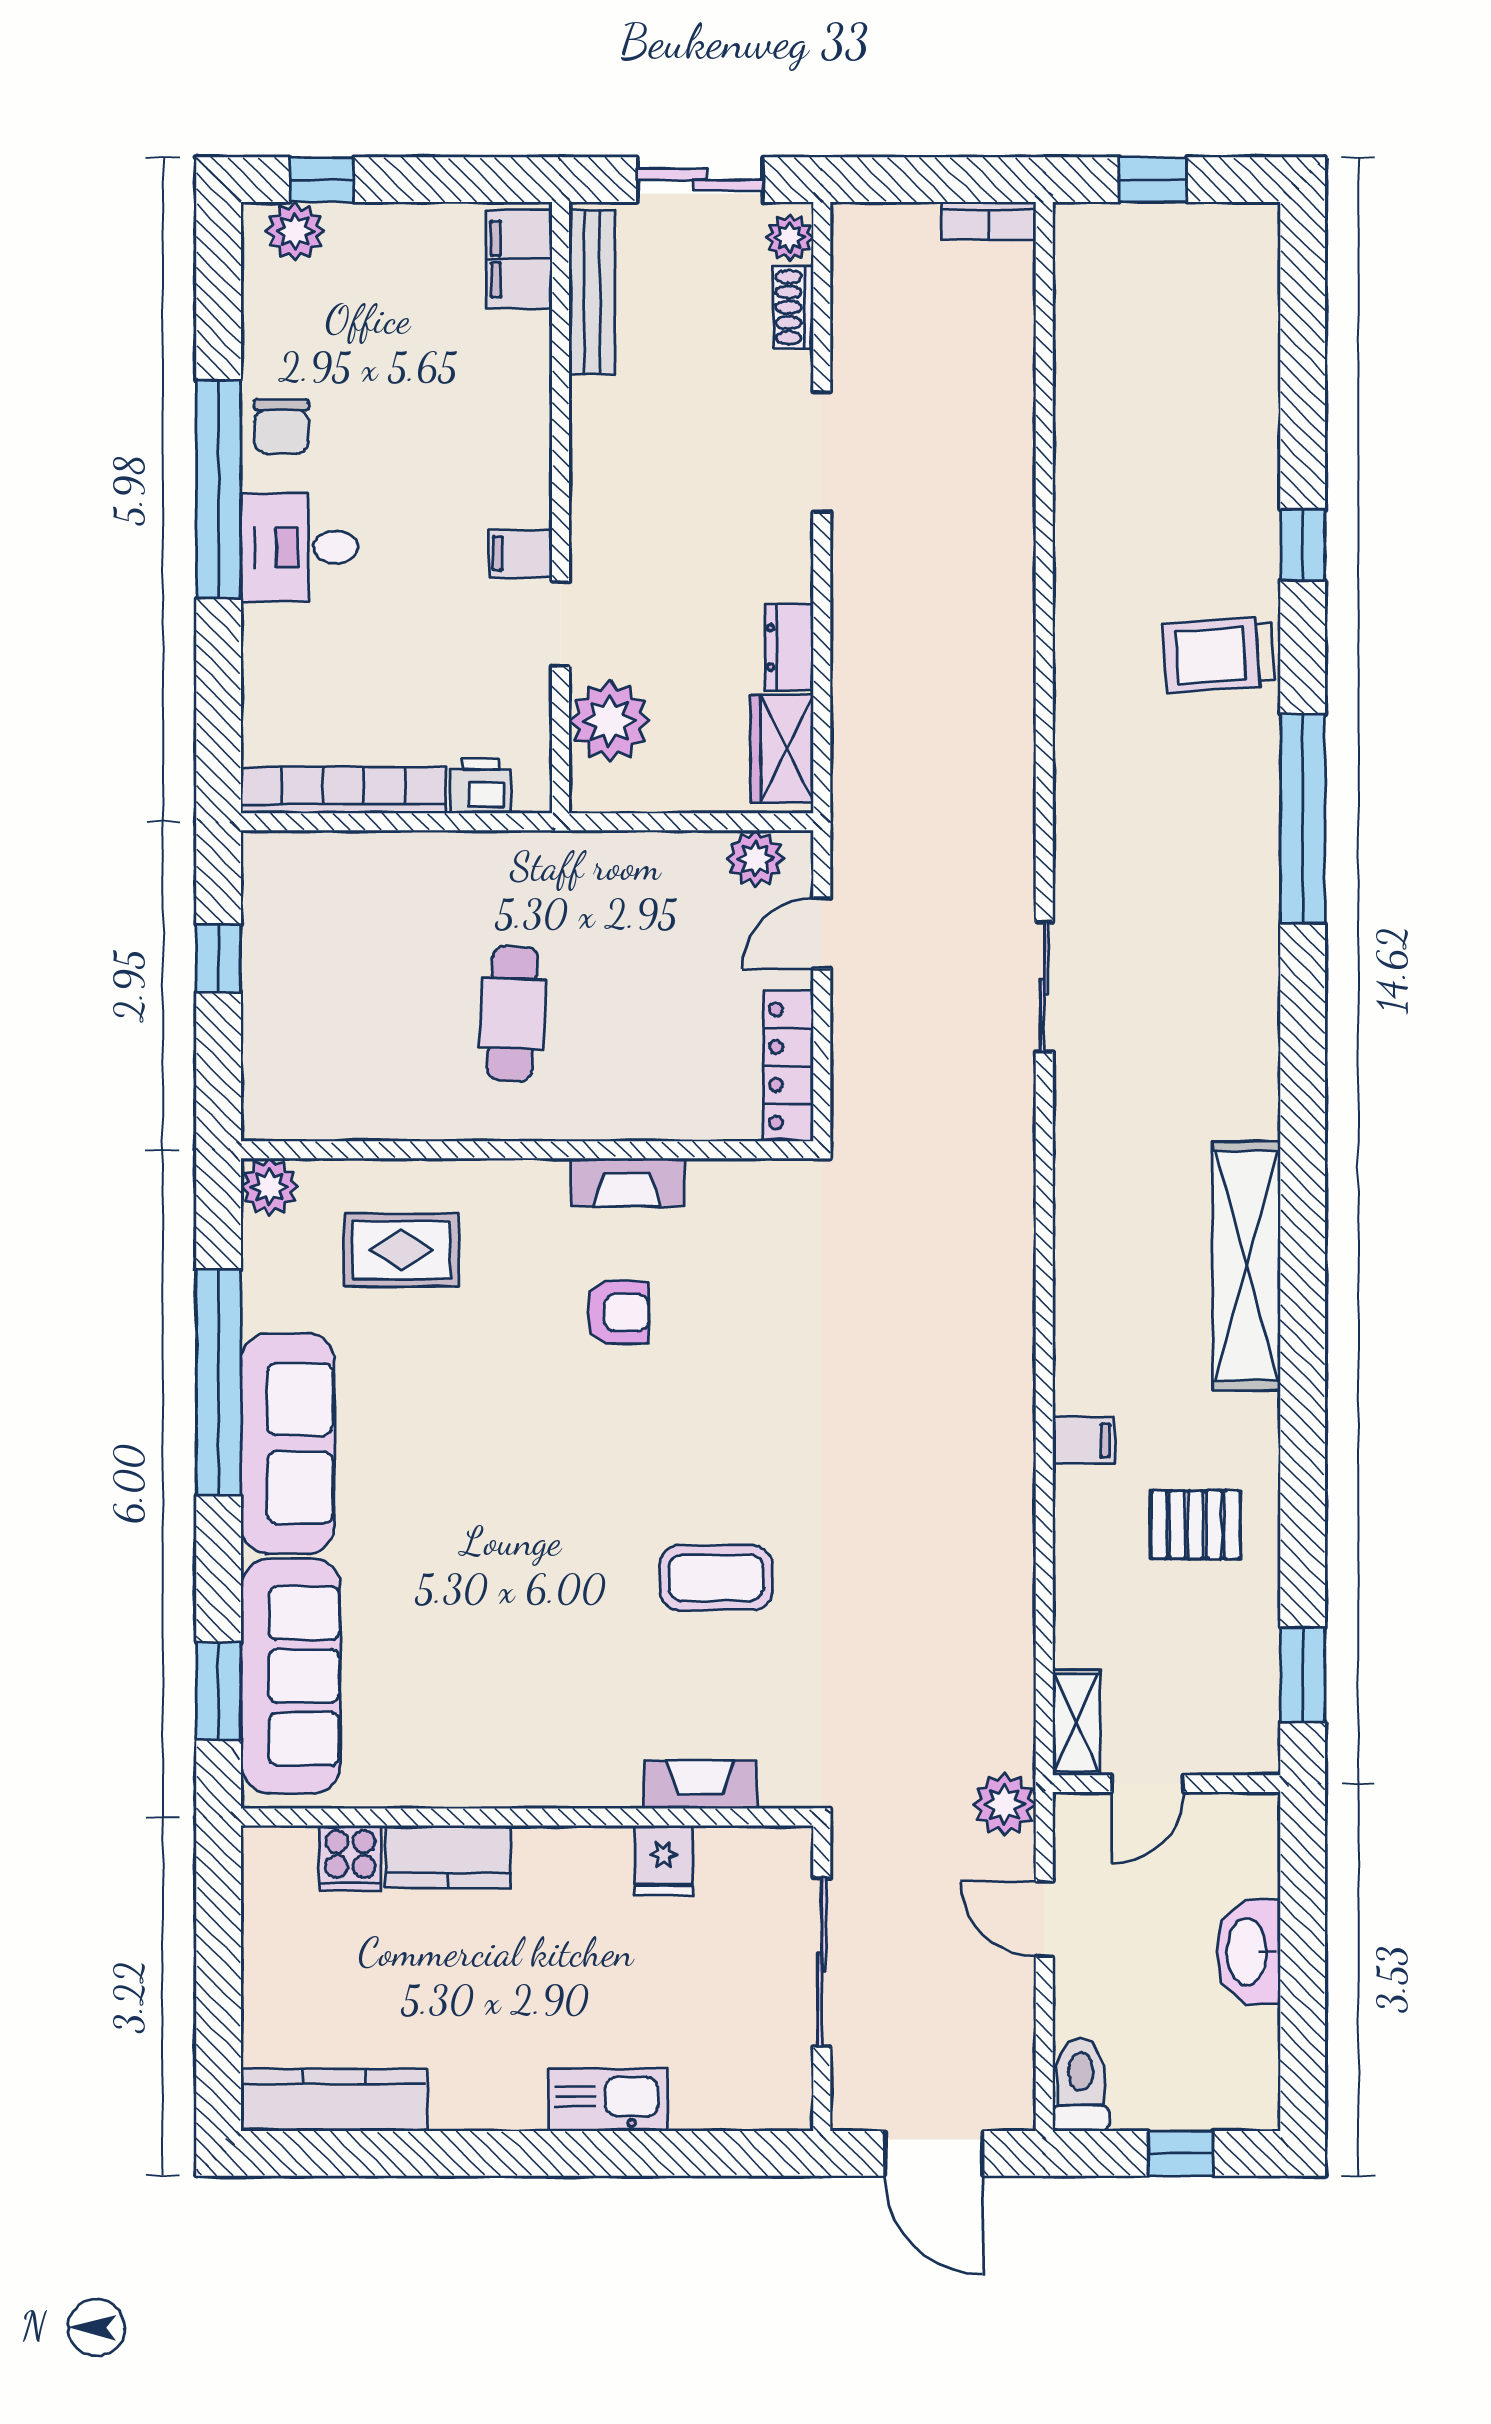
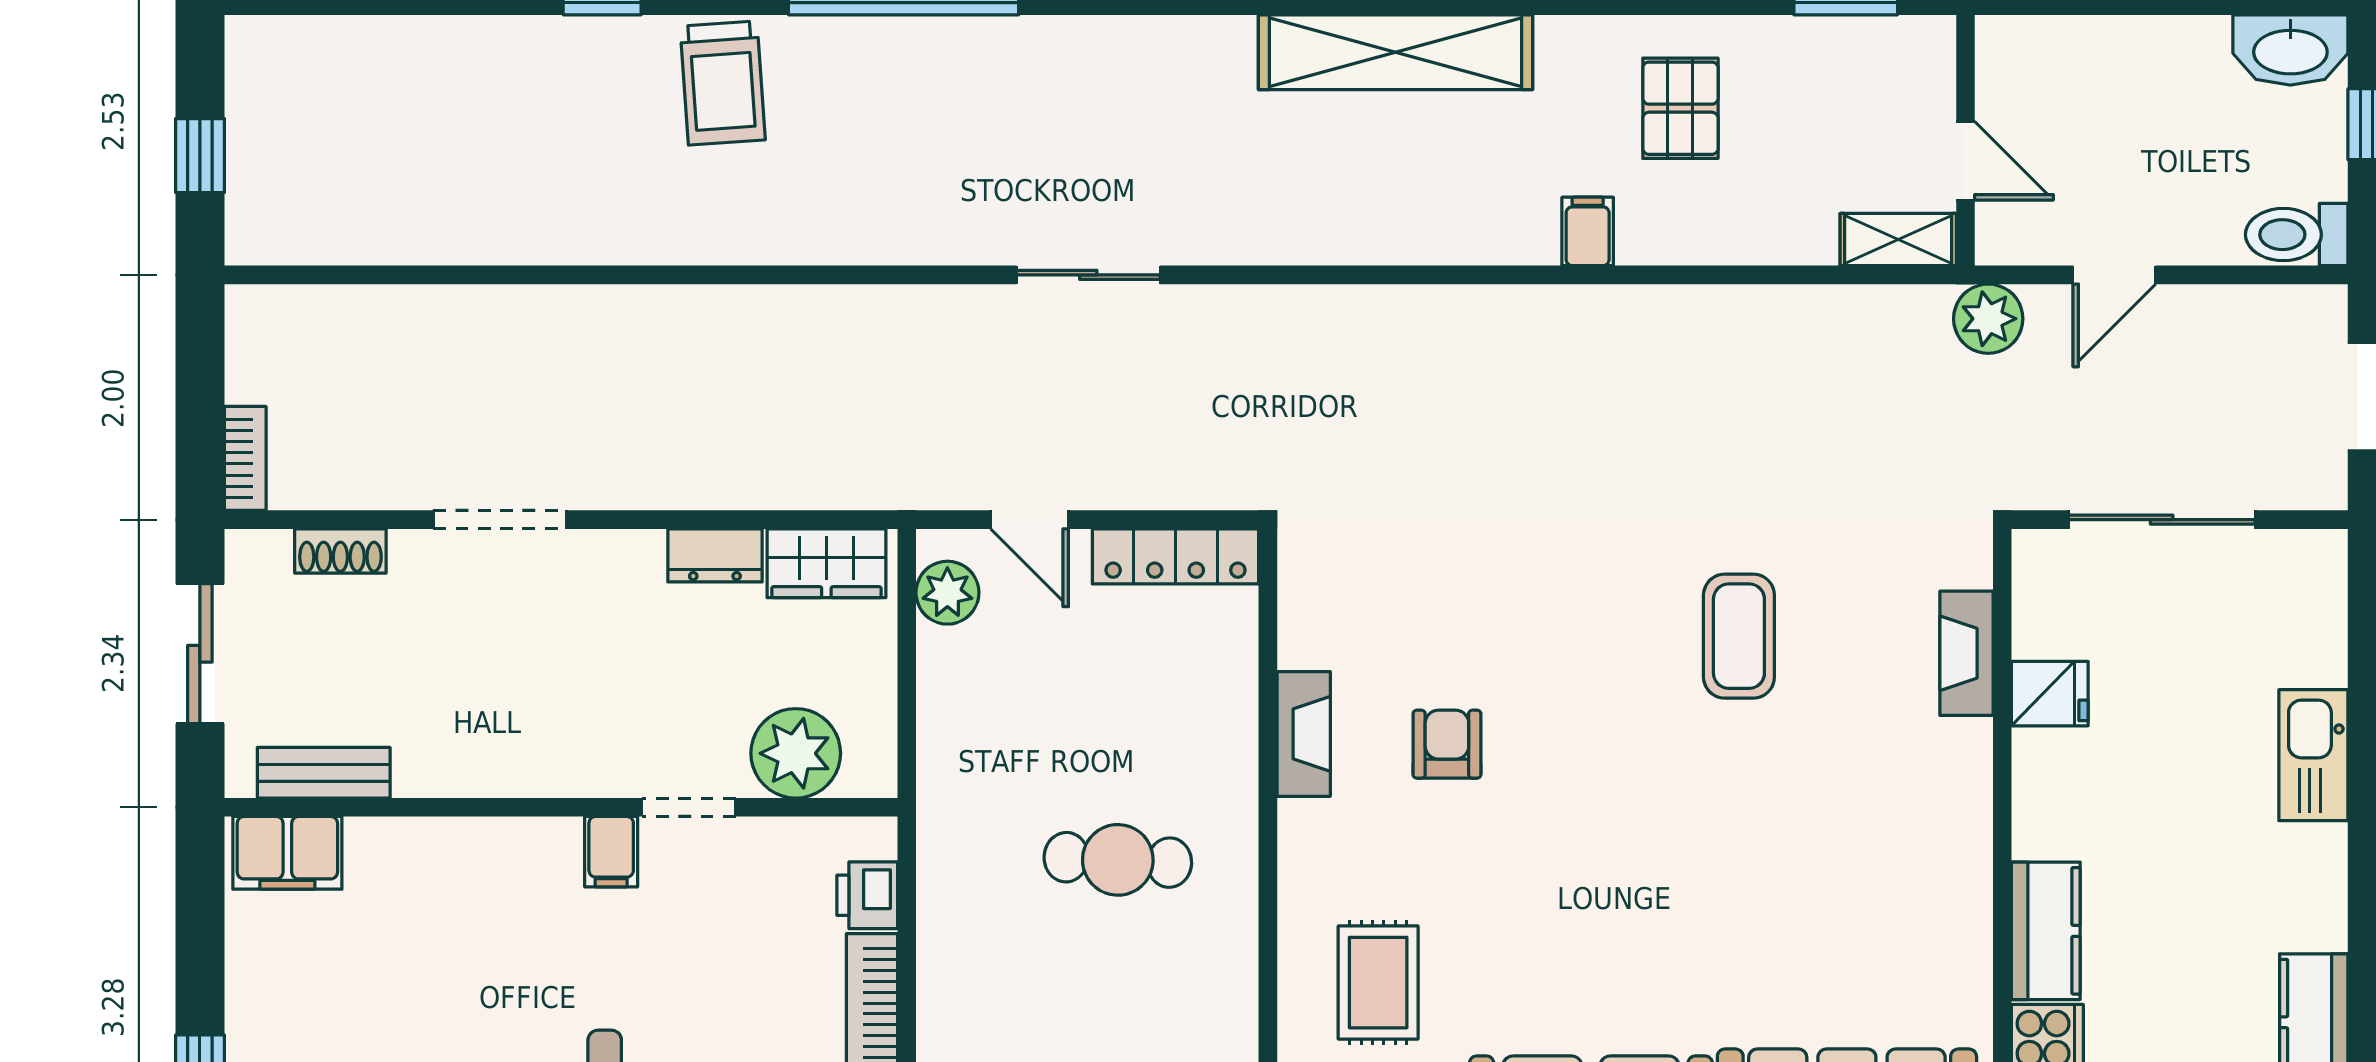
bookcase: (989, 221) -> (245, 458), moved
plant: (790, 238) -> (264, 555), removed
bench: (592, 292) -> (324, 773), width x0.73
washbasin: (1249, 1952) -> (2290, 50), moved

